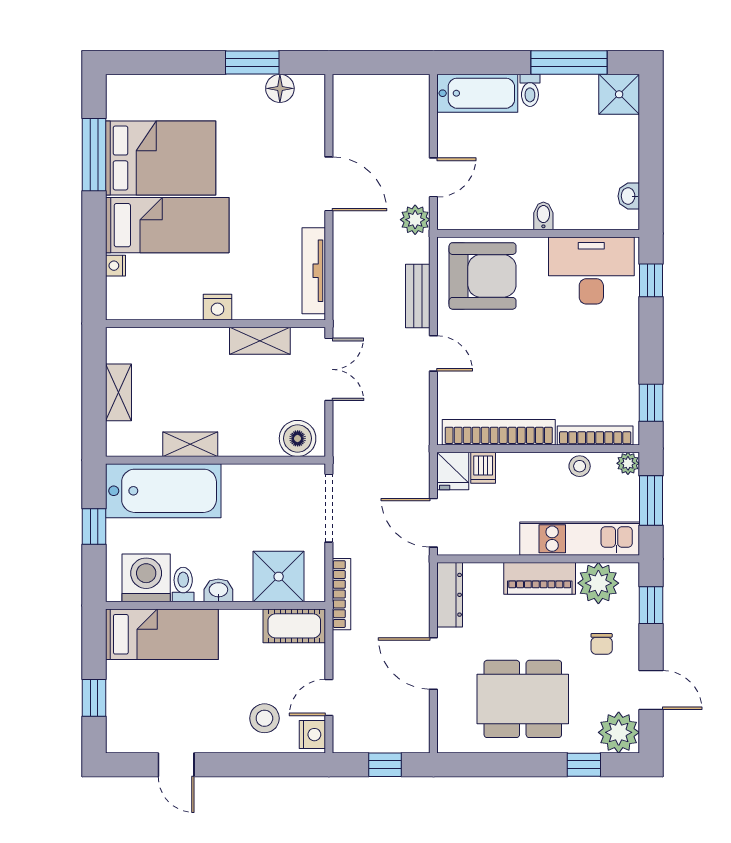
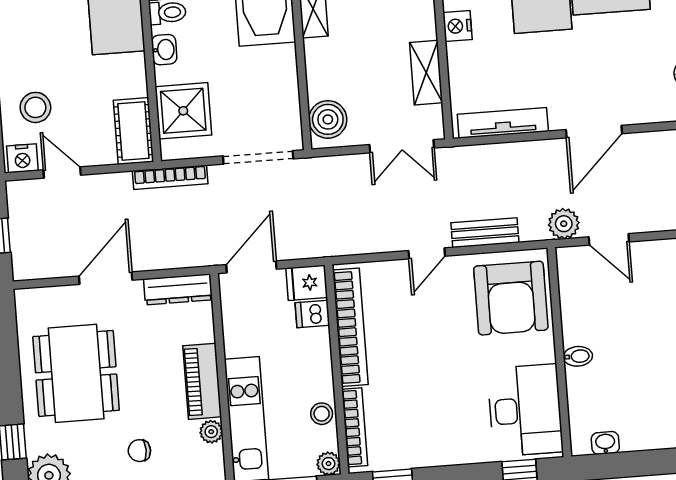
plant: (598, 583) -> (211, 432), width x0.53, depth x0.53

